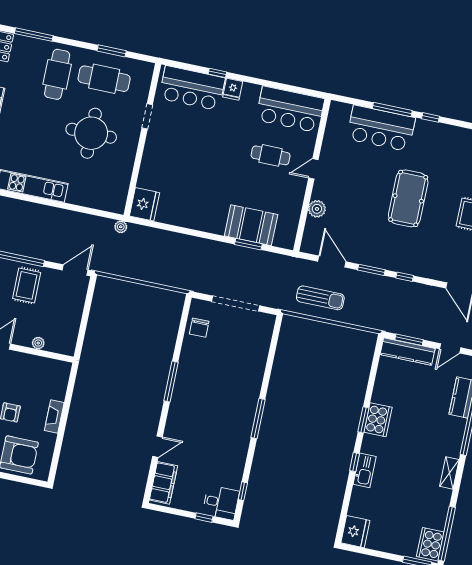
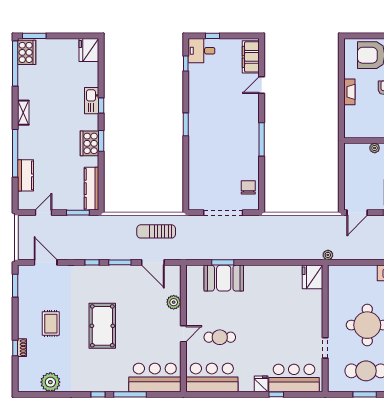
bar counter: (381, 128) -> (155, 378), moved
kitchen counter: (408, 352) -> (91, 189), moved, turned -90
window: (258, 419) -> (186, 124), width x0.69

